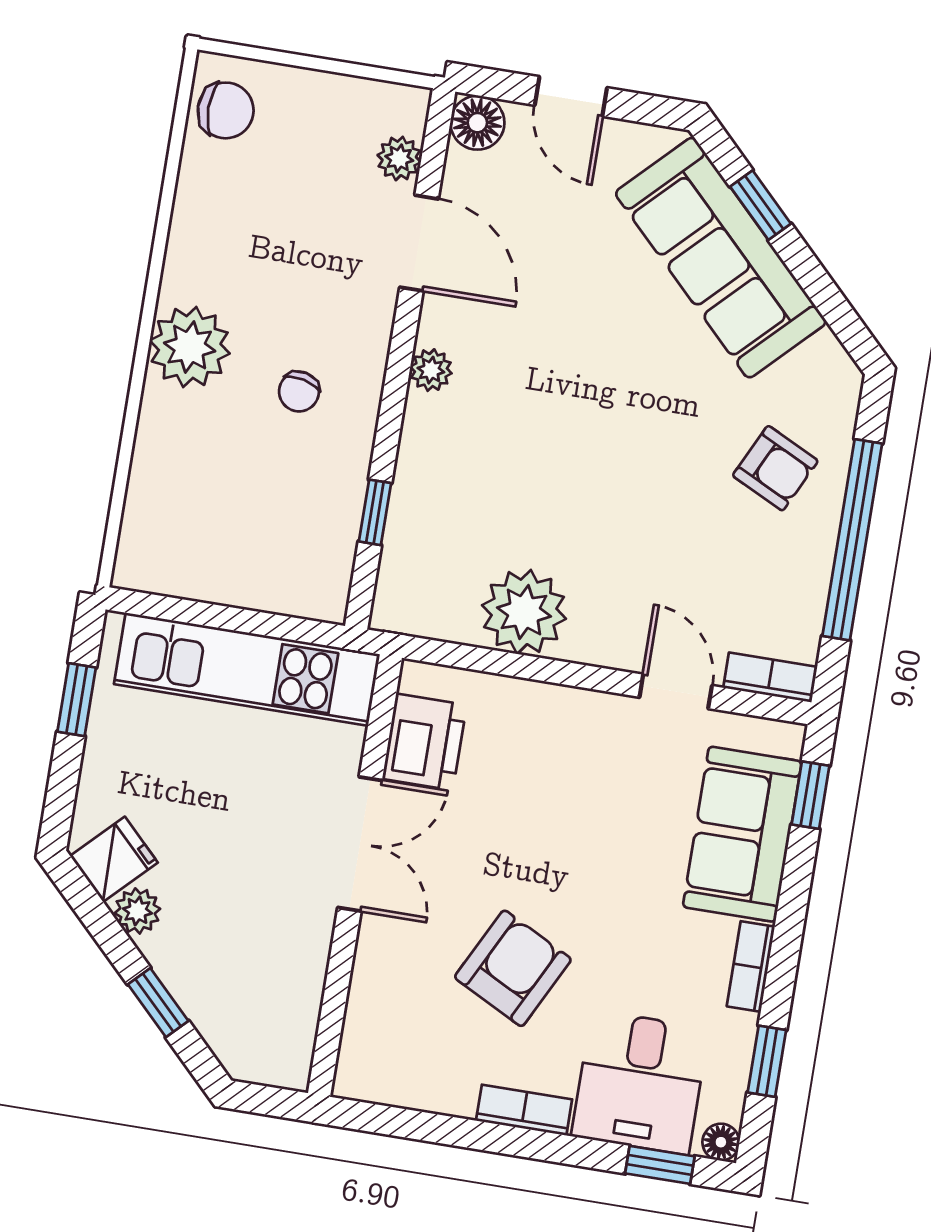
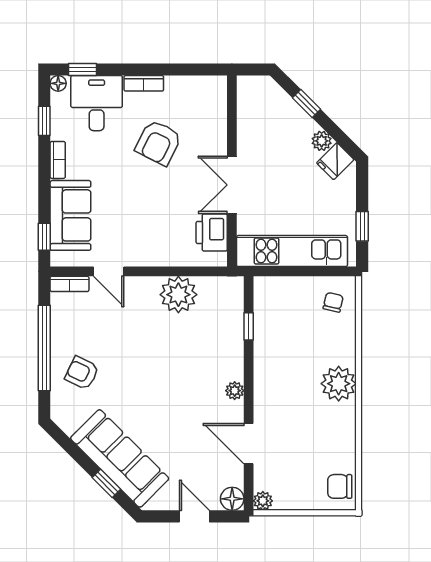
plant: (399, 158) -> (263, 501), moved
chair: (299, 391) -> (333, 302), moved

